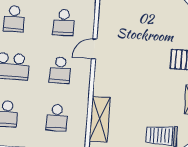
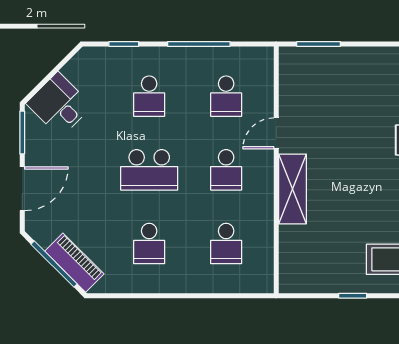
shelving: (100, 119) -> (292, 189), moved

